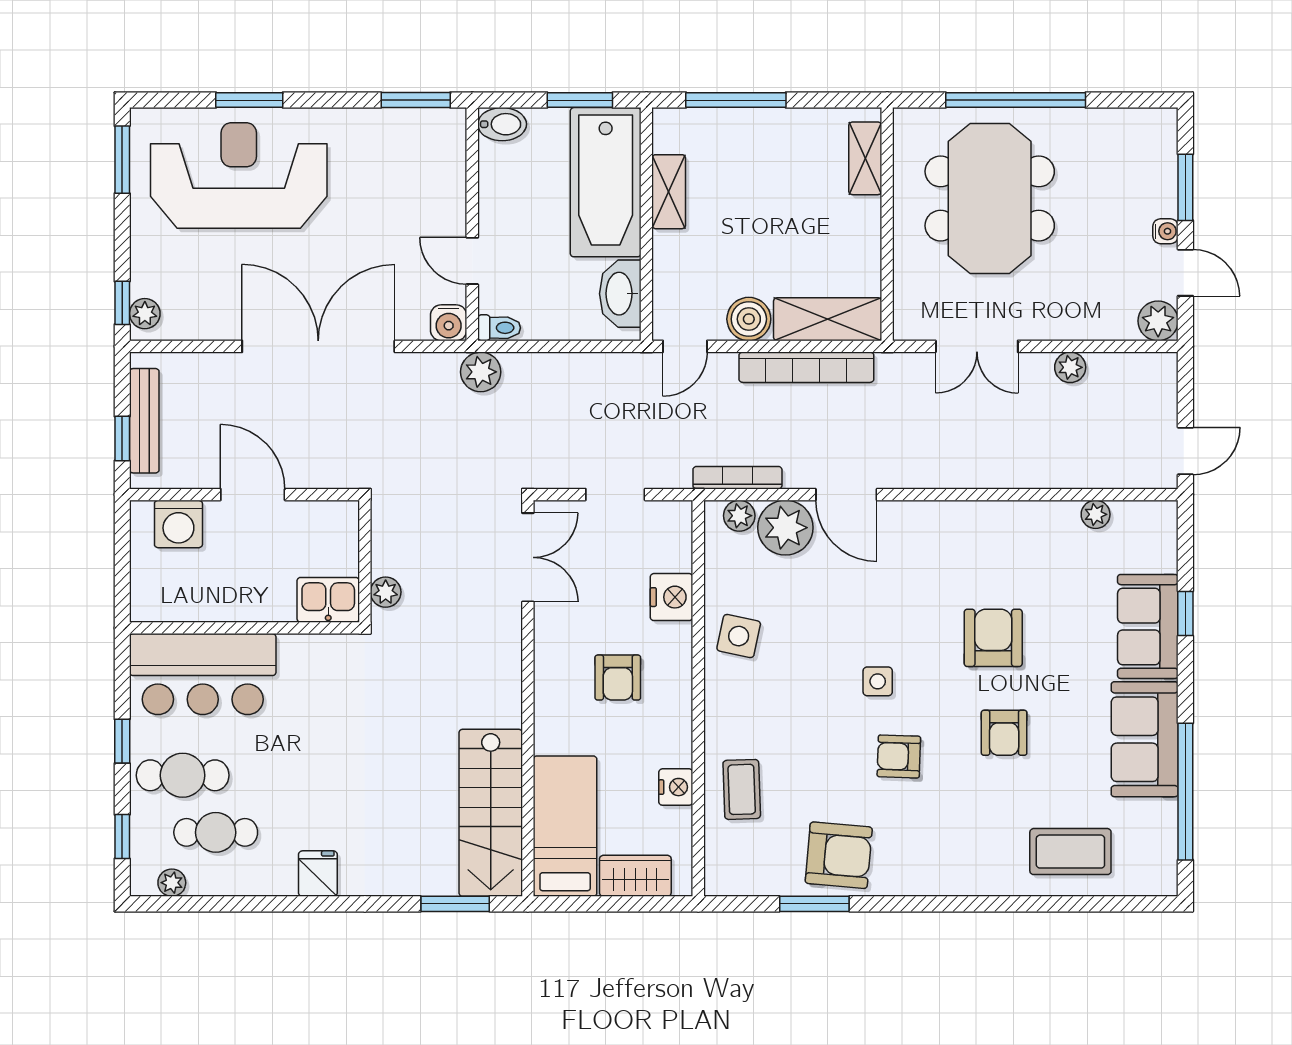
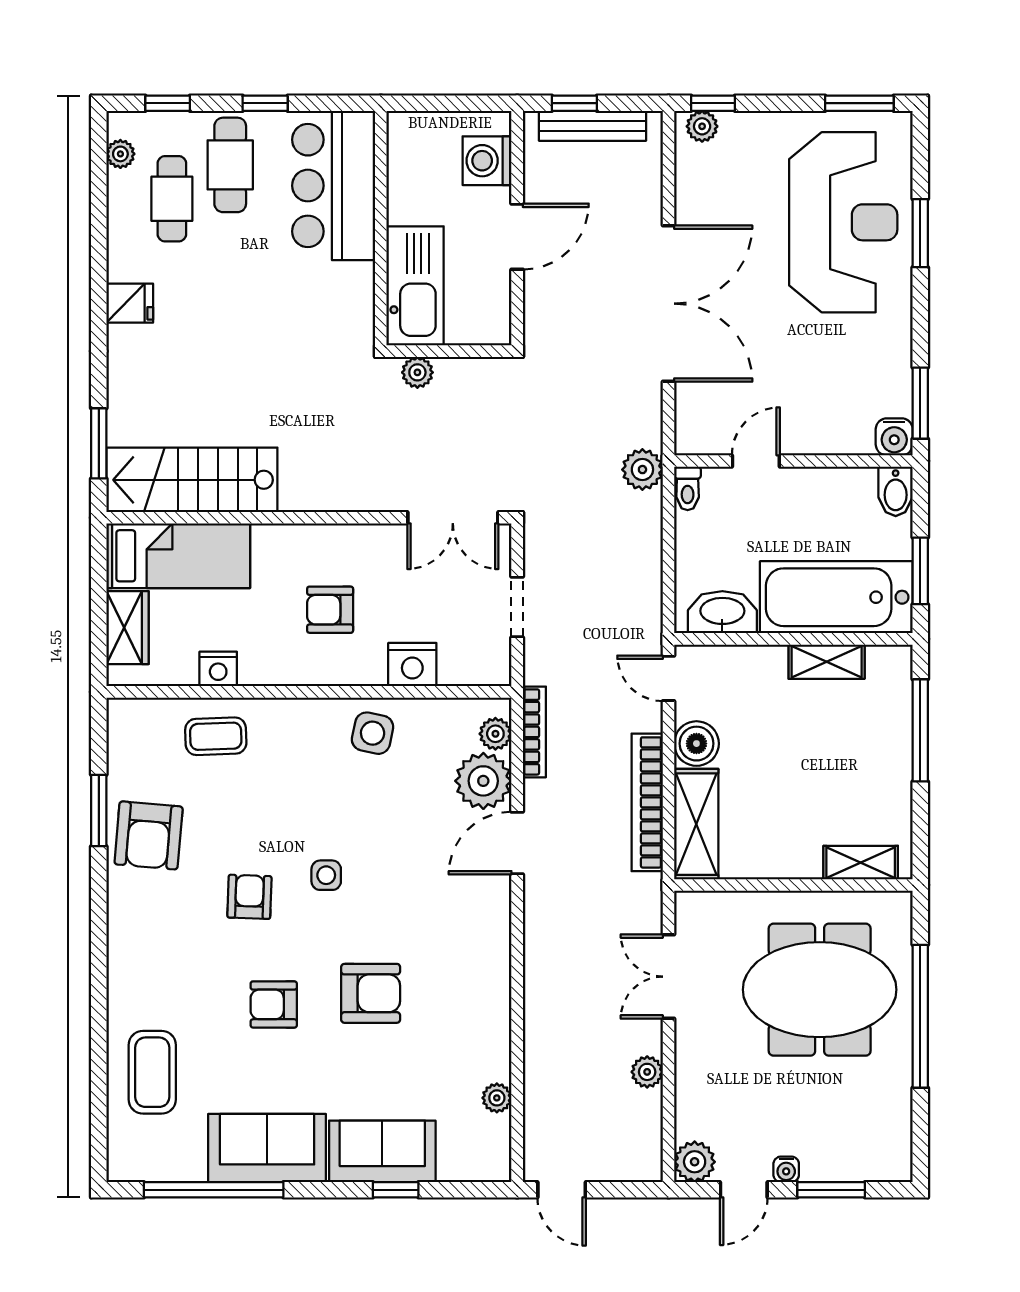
water cooler: (449, 323) -> (894, 437), moved, turned -90
kitchen sink: (328, 600) -> (415, 286), width x1.87, depth x1.24

